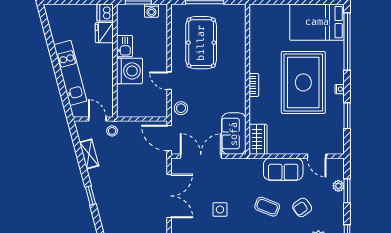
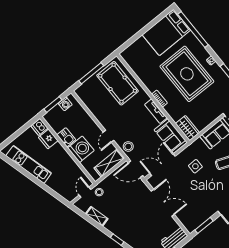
pool table: (201, 43) -> (118, 83), moved
kitchen unit: (70, 73) -> (29, 164), moved
door: (169, 81) -> (108, 136), hinge flipped
tv unit: (239, 95) -> (156, 111), added
shelving: (147, 109) -> (109, 163), added
door: (97, 119) -> (85, 192), hinge flipped
side table: (220, 210) -> (195, 166), moved

